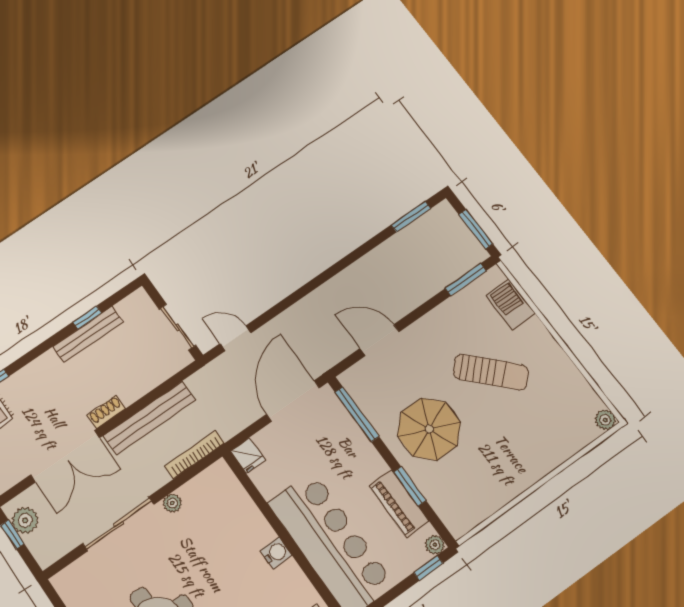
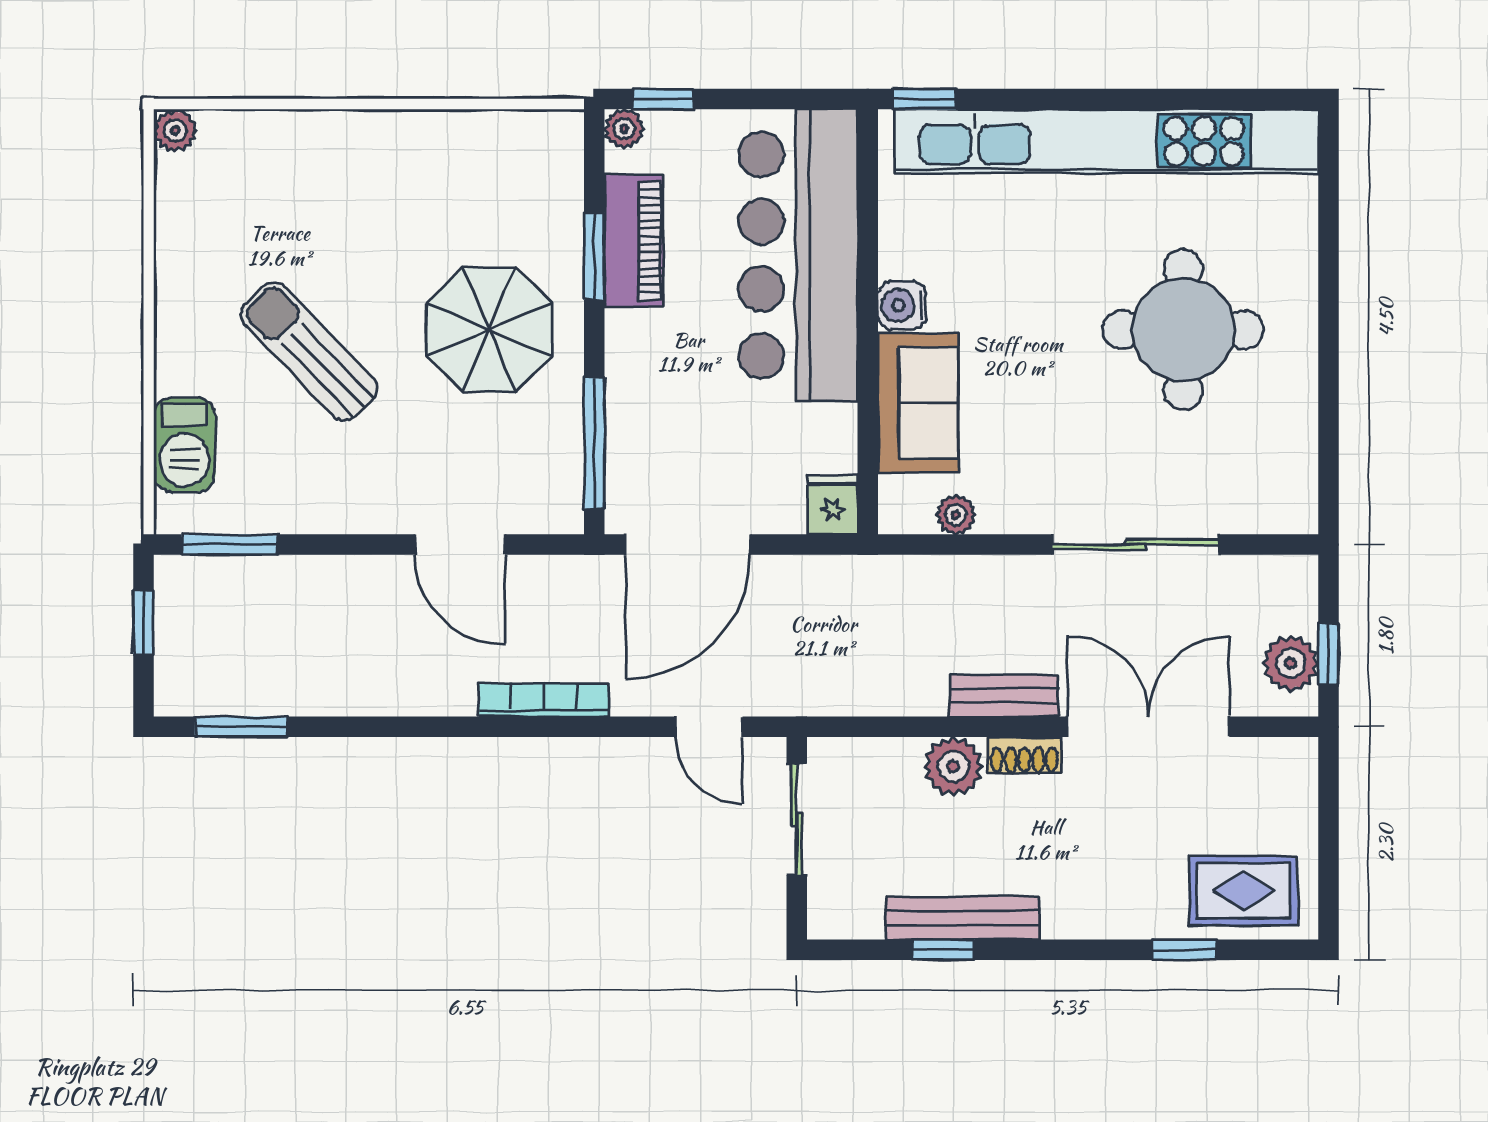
window: (476, 229) -> (144, 622), width x0.67
plant: (131, 388) -> (953, 766), added
bench: (149, 418) -> (1004, 696), width x0.54, depth x0.82
bookcase: (195, 455) -> (544, 700), moved, turned 180
plant: (172, 503) -> (956, 515), moved
sofa: (243, 519) -> (918, 403), added

